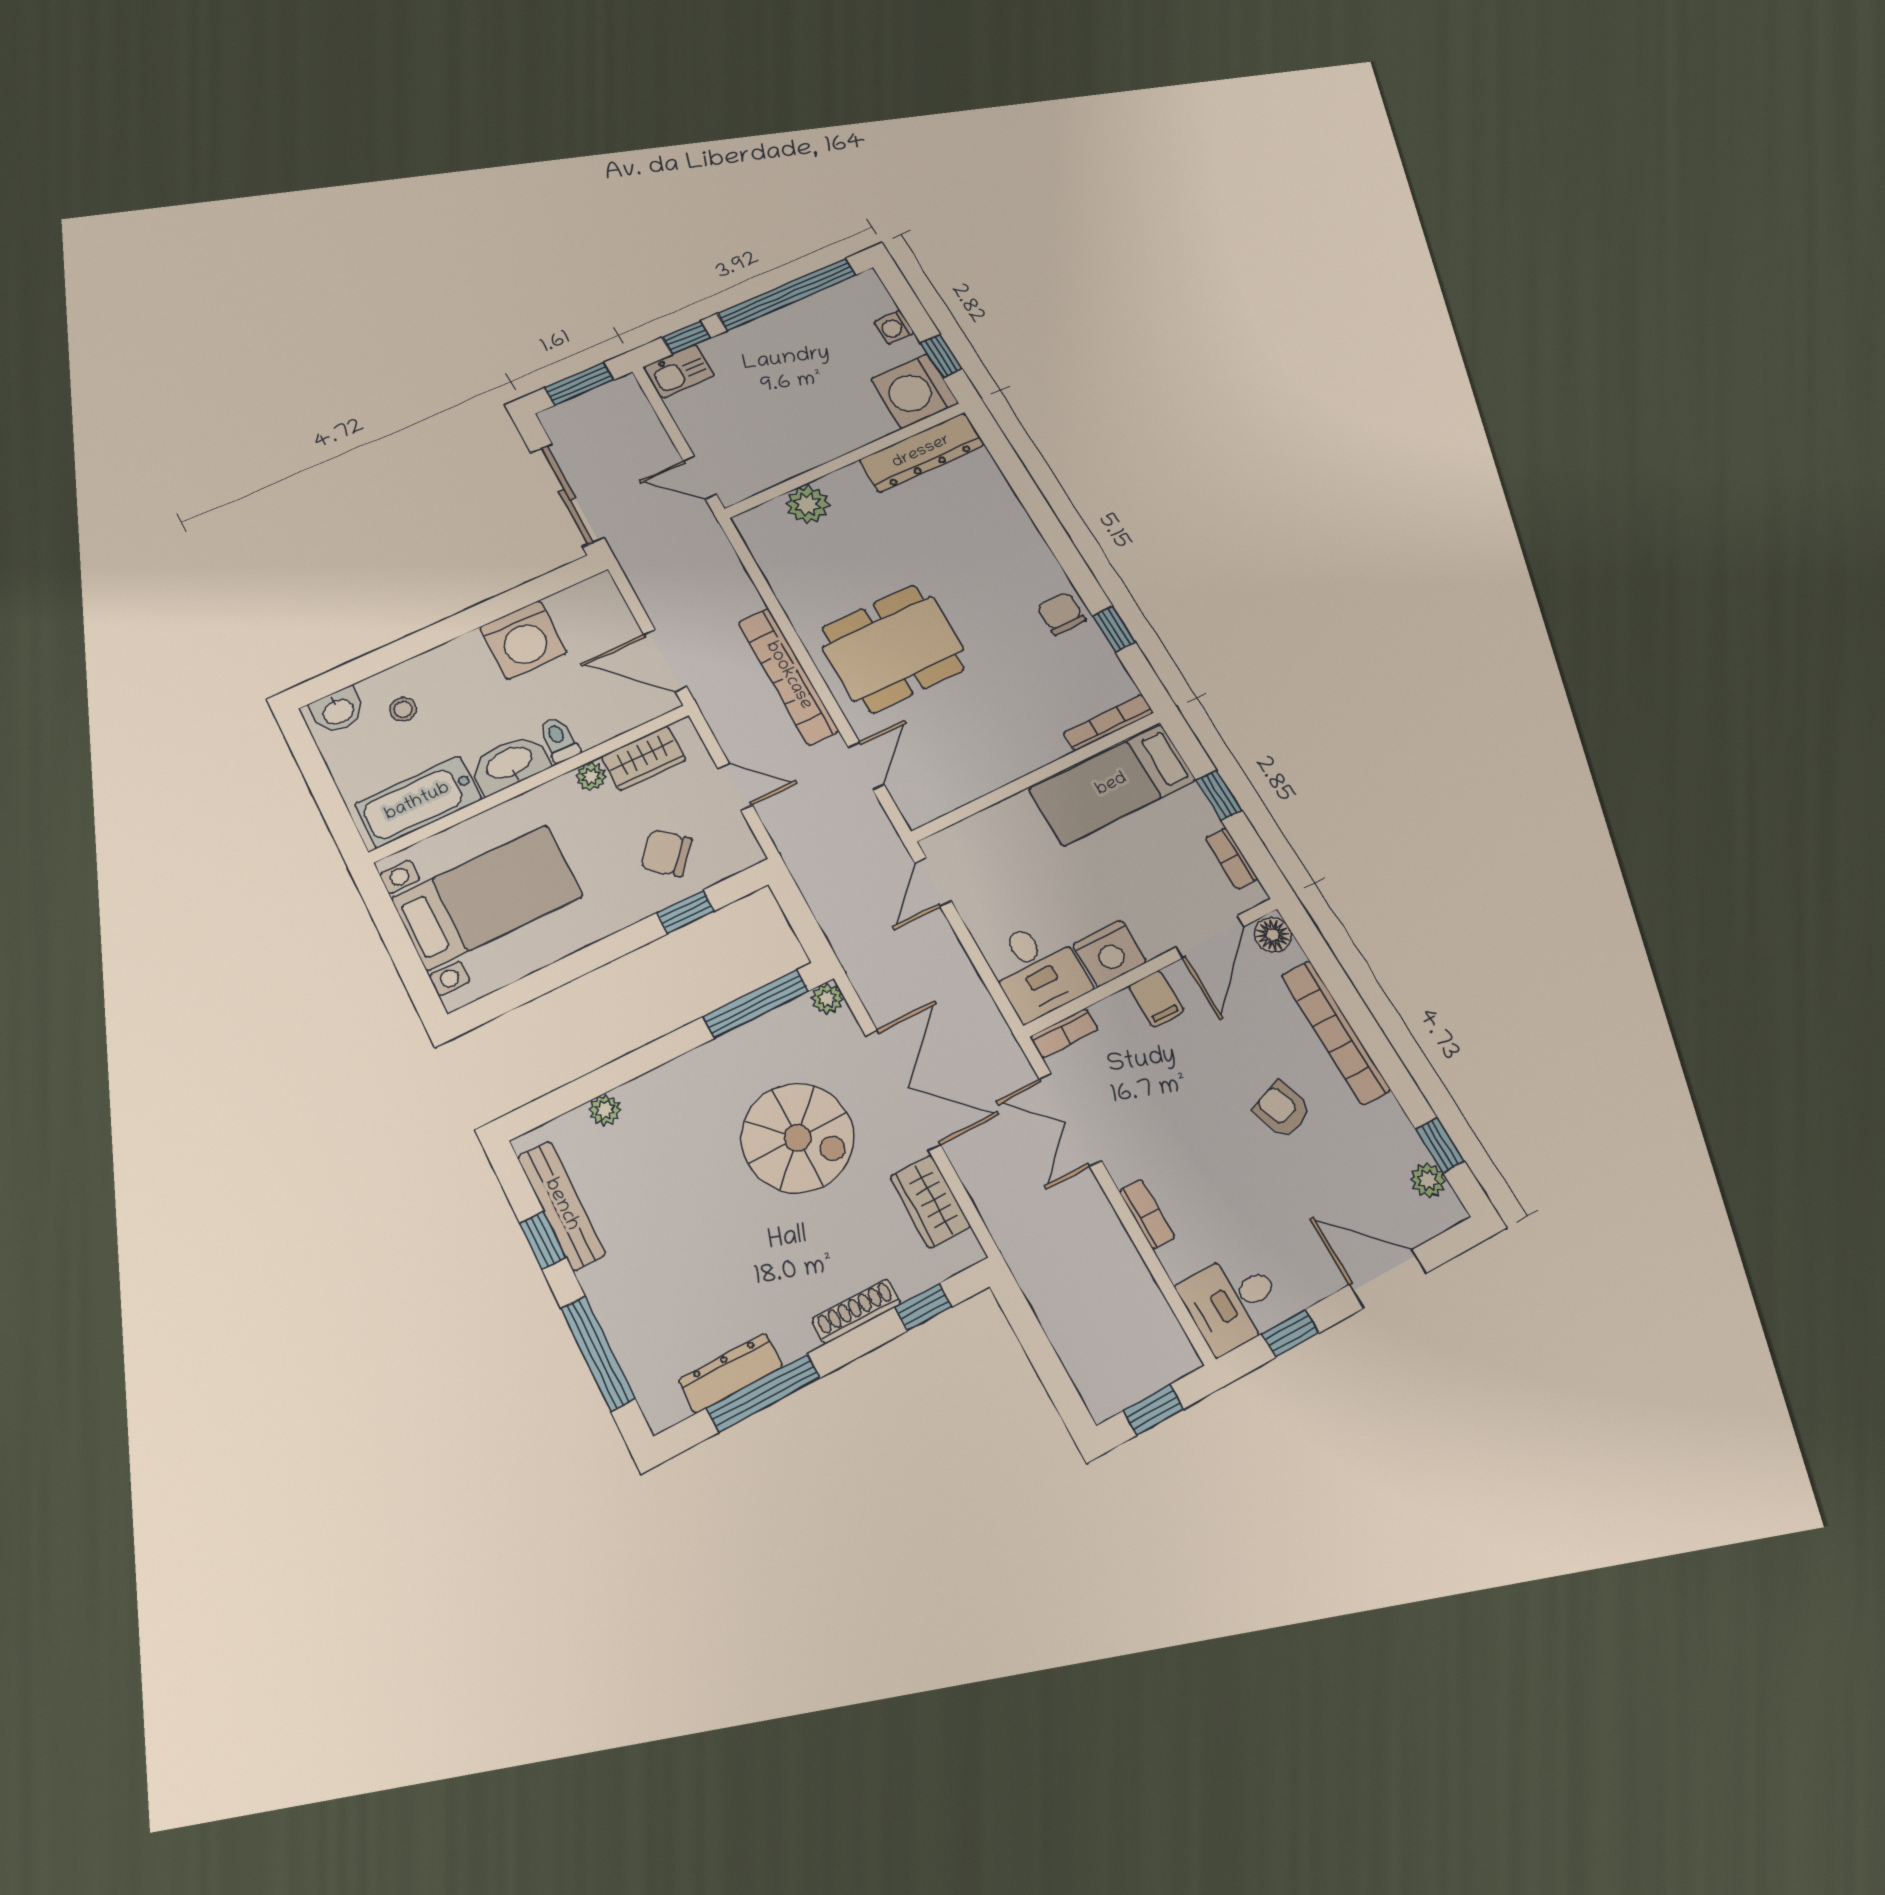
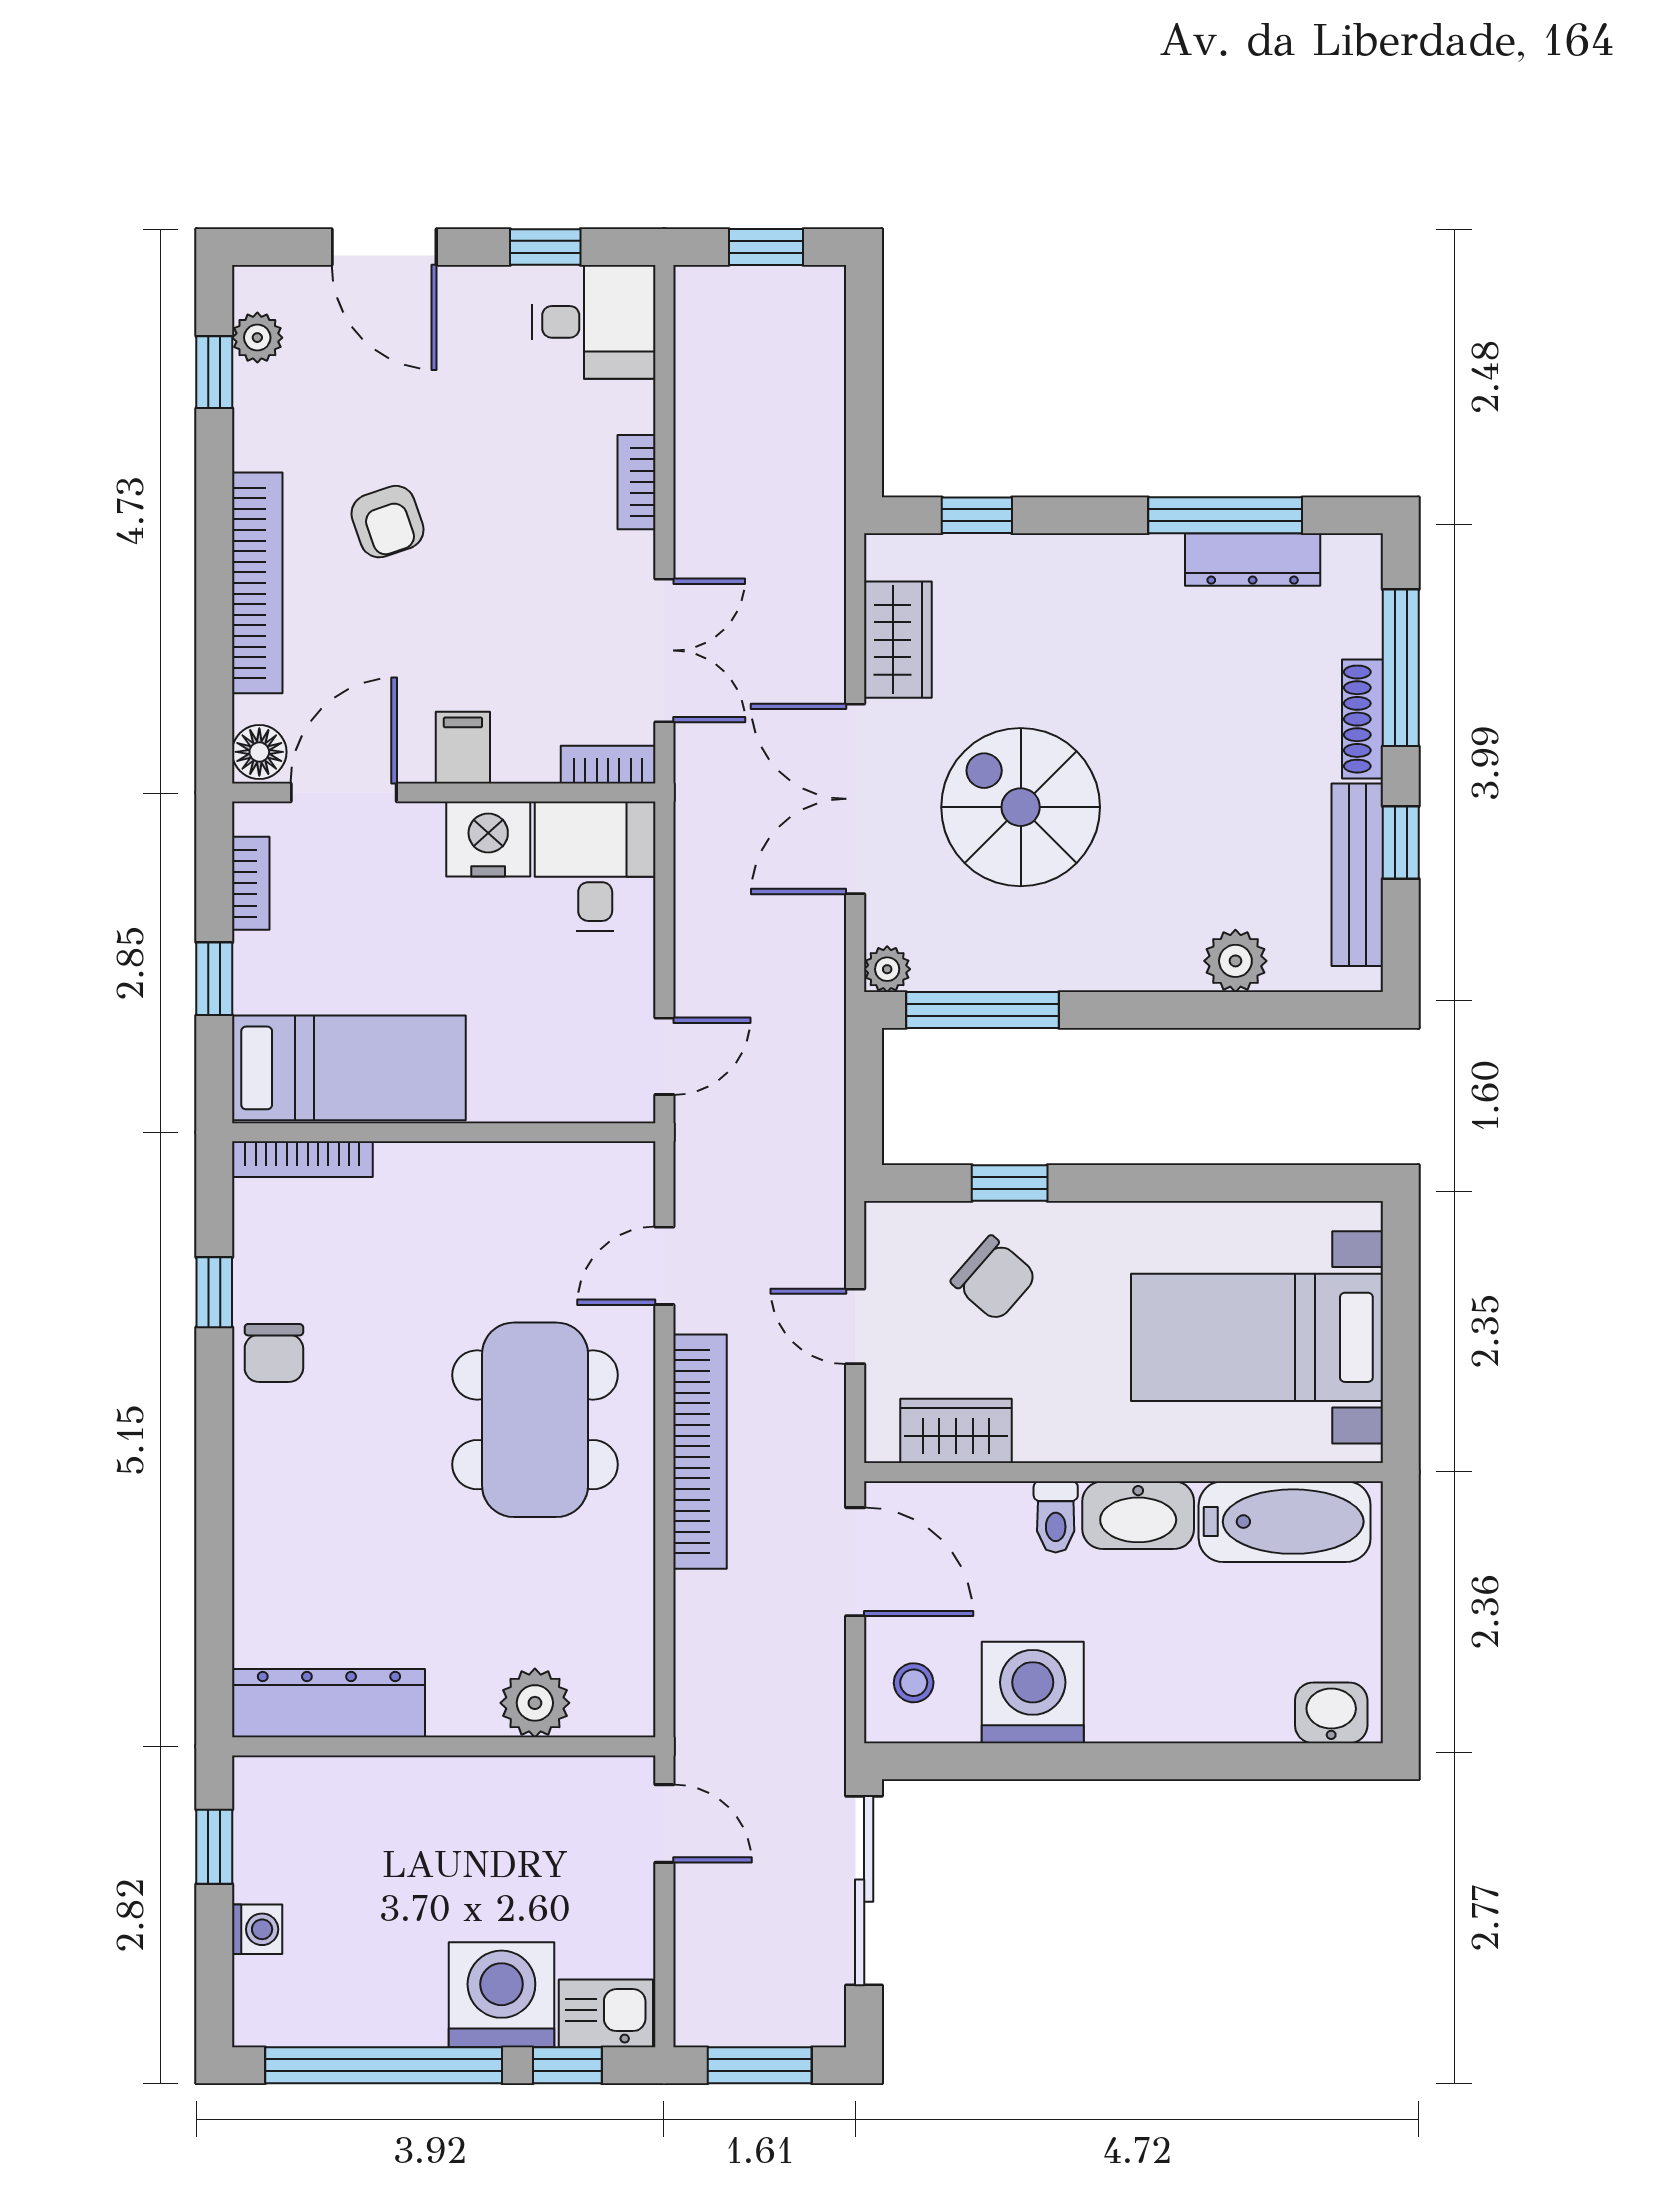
washing machine: (915, 391) -> (501, 1995), moved, turned -90
dining table: (893, 648) -> (535, 1420), turned 90
stool: (403, 709) -> (914, 1683), moved
plant: (591, 776) -> (1039, 1440), removed
plant: (605, 1110) -> (1235, 961), width x1.38, depth x1.38
shoe rack: (856, 1311) -> (1363, 719), moved, turned 90

